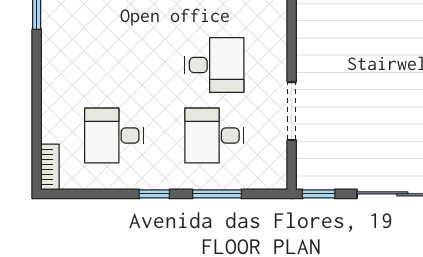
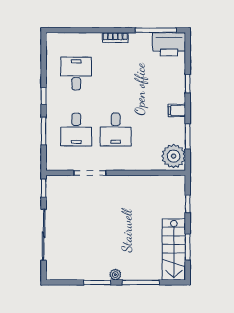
desk: (214, 136) -> (76, 130), turned 180
bookcase: (50, 167) -> (115, 38), moved

